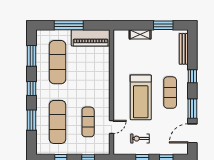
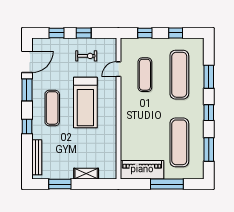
treadmill: (141, 97) -> (85, 103), turned 180

